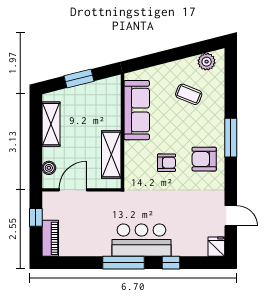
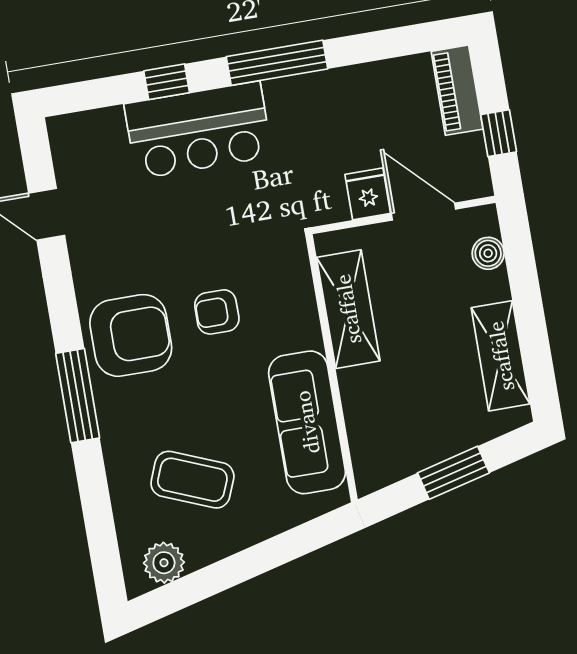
coffee table: (189, 94) -> (192, 480), width x1.36, depth x1.30
armchair: (204, 159) -> (131, 335), width x1.36, depth x1.36
door: (73, 190) -> (424, 212), swing flipped
bar counter: (141, 240) -> (198, 130), moved
fridge: (216, 247) -> (368, 194), moved, turned 180

